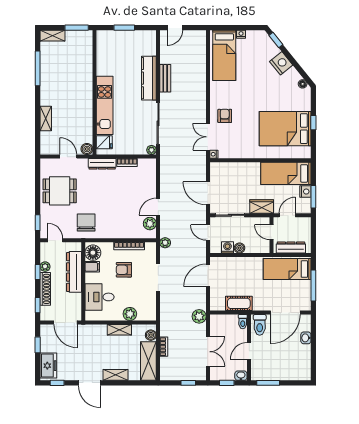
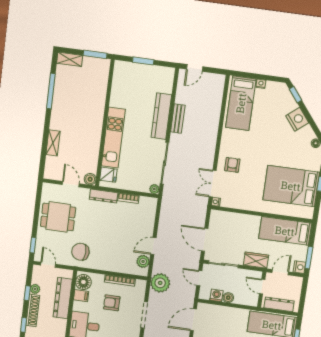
nightstand: (305, 192) -> (299, 267), moved
chair: (86, 223) -> (80, 252), turned -86
plant: (165, 243) -> (160, 283), width x1.88, depth x1.88

